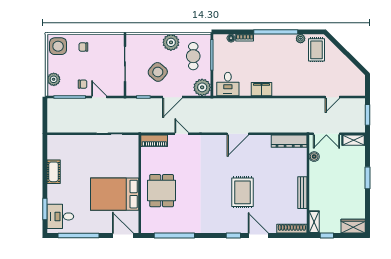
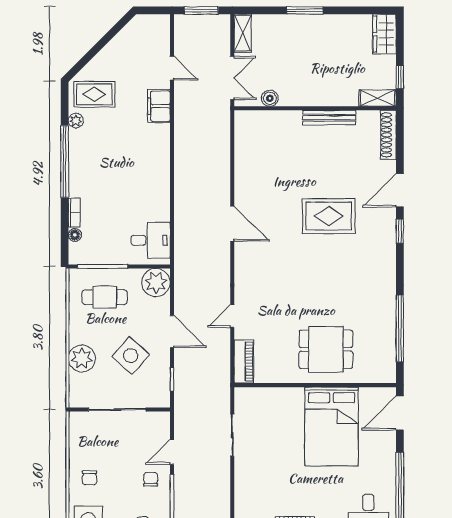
plant: (171, 42) -> (82, 358), moved
filing cabinet: (262, 89) -> (159, 106), moved
dresser: (289, 141) -> (244, 139), removed

